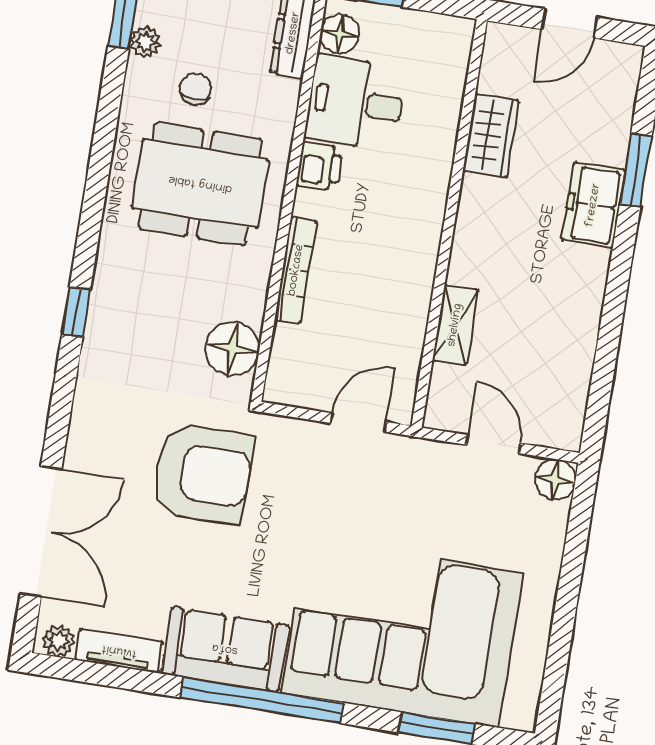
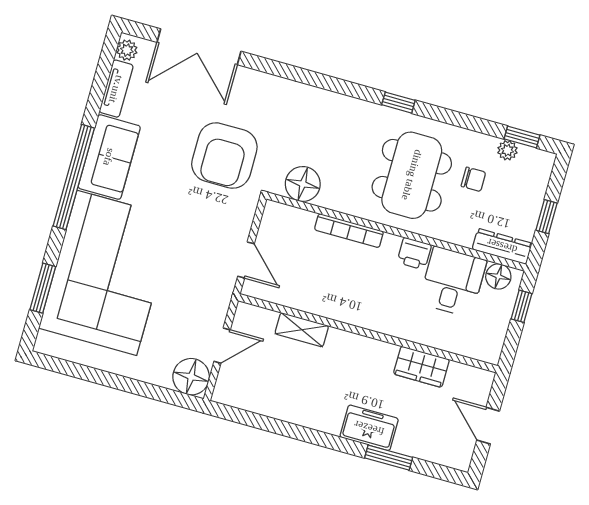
window: (76, 312) -> (398, 103), moved
floor lamp: (555, 480) -> (191, 377), width x1.38, depth x1.38

